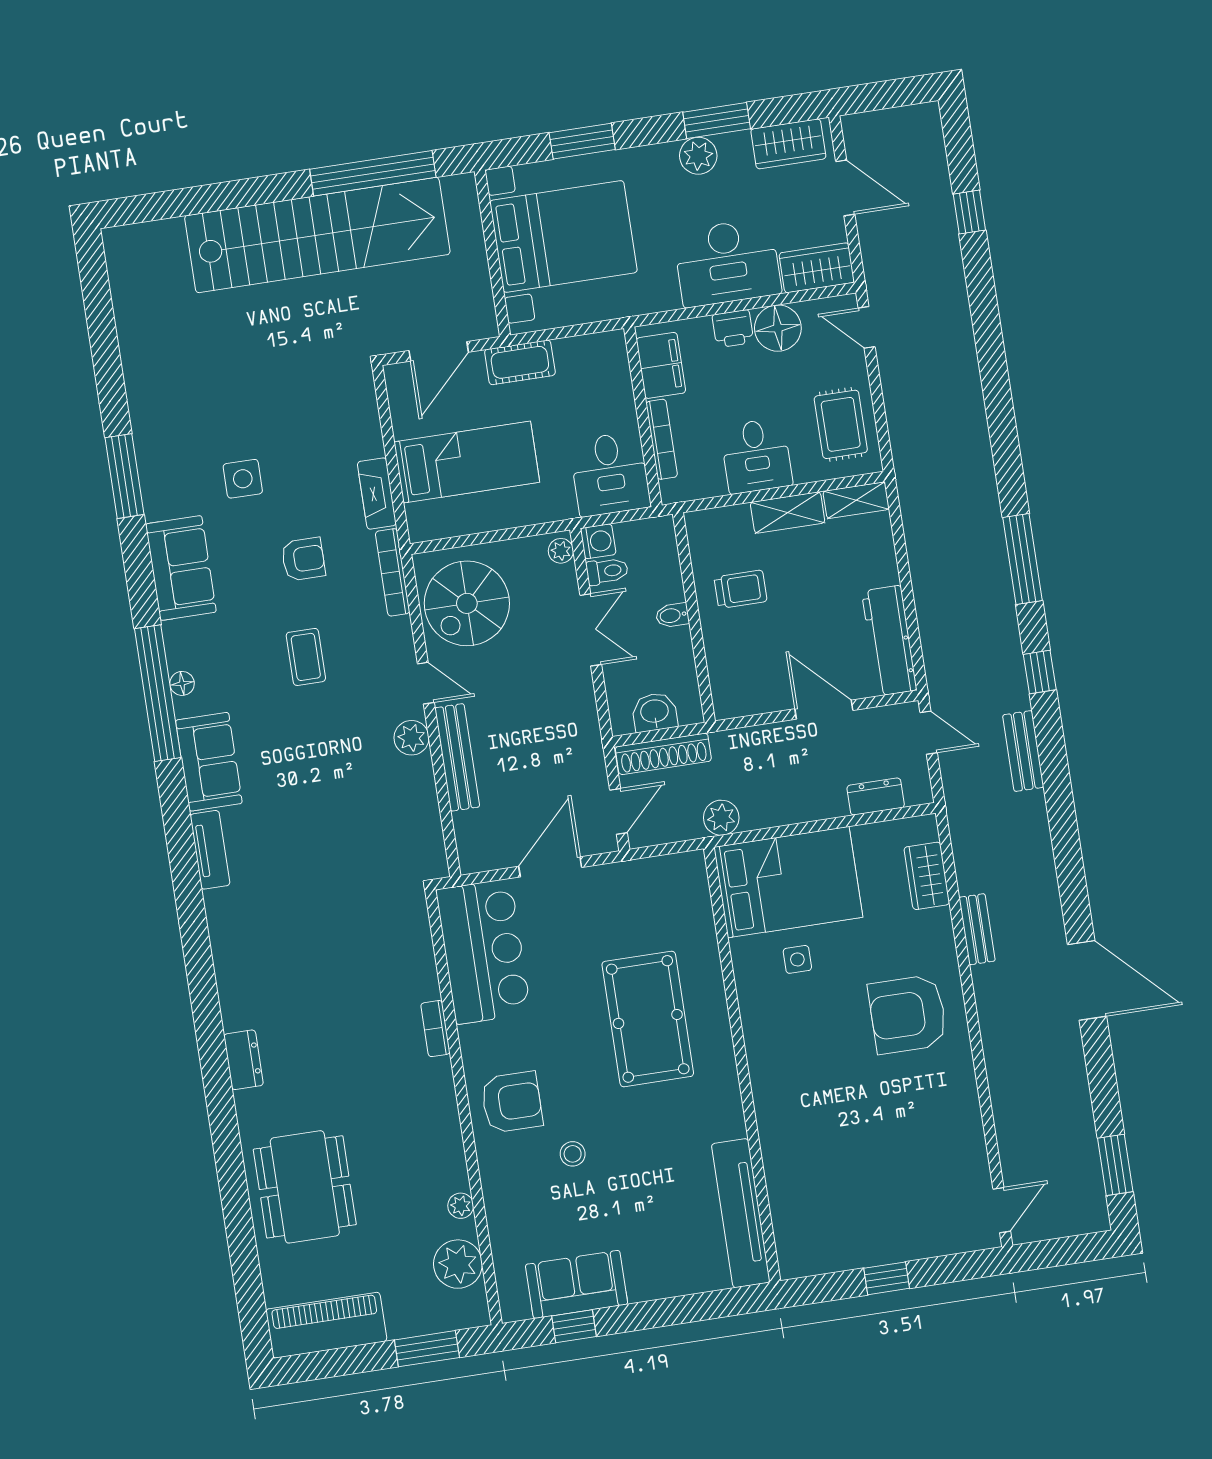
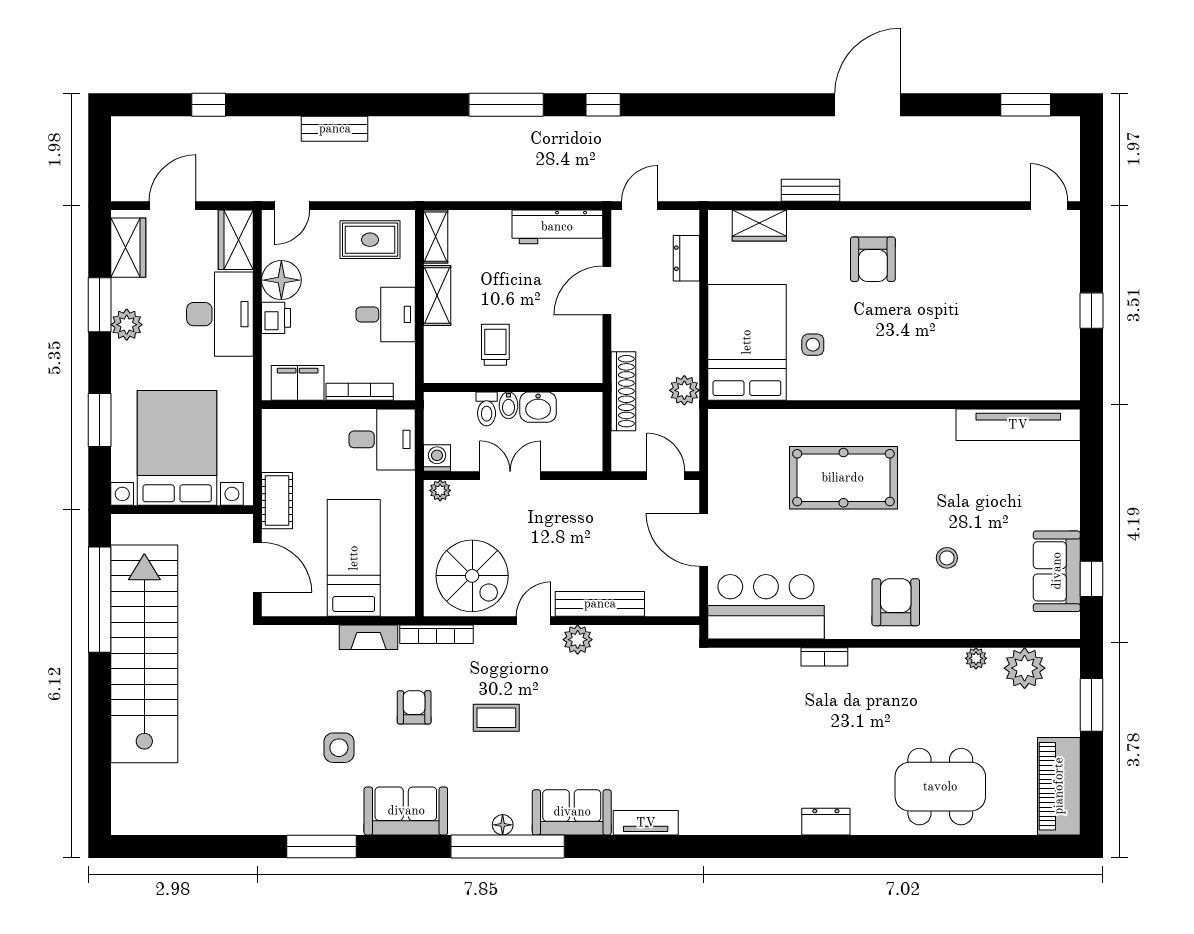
toilet: (607, 571) -> (487, 409), moved, turned 180
washbasin: (655, 712) -> (538, 407), moved, turned -90
bench: (1023, 751) -> (335, 129), moved
shoe rack: (663, 754) -> (623, 391), moved
armchair: (908, 1014) -> (873, 259), width x0.73, depth x0.73

